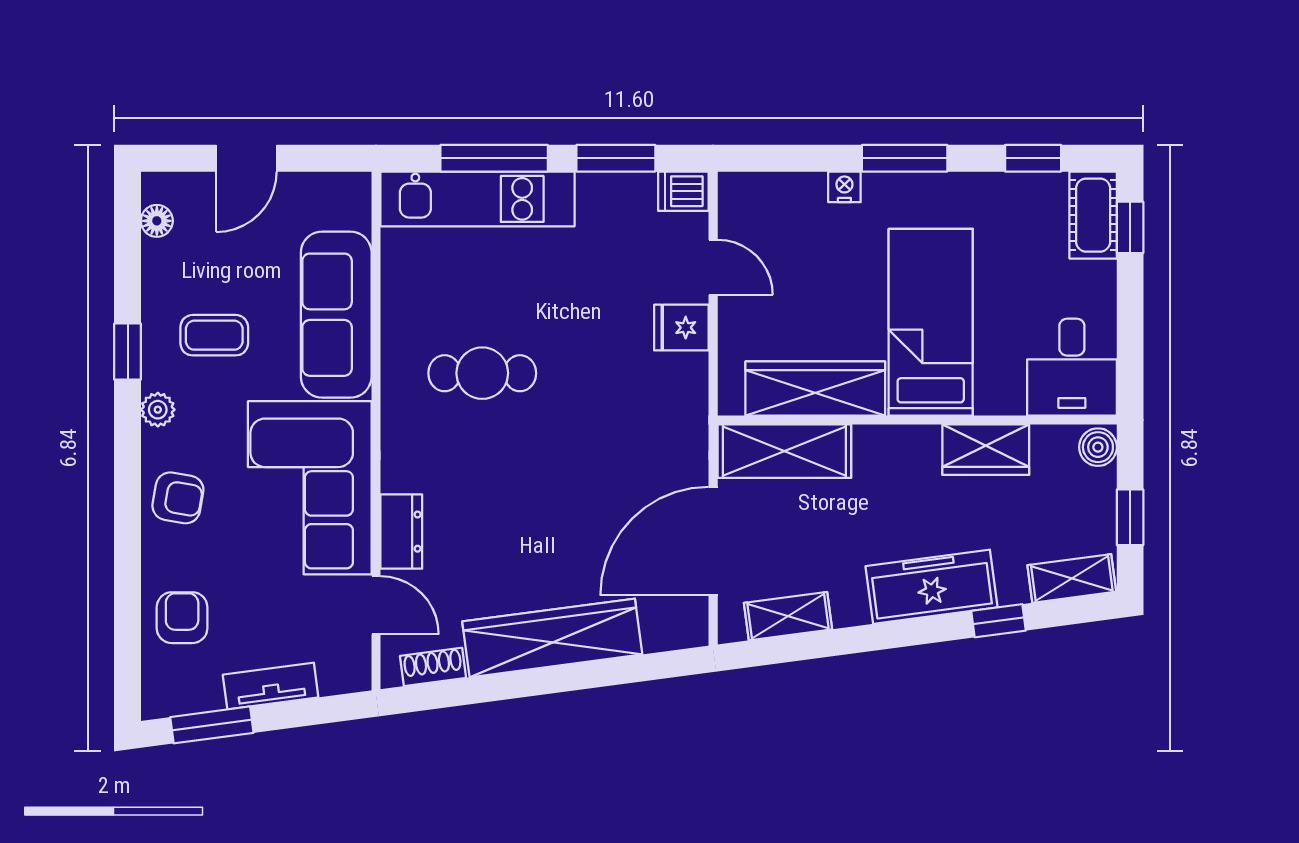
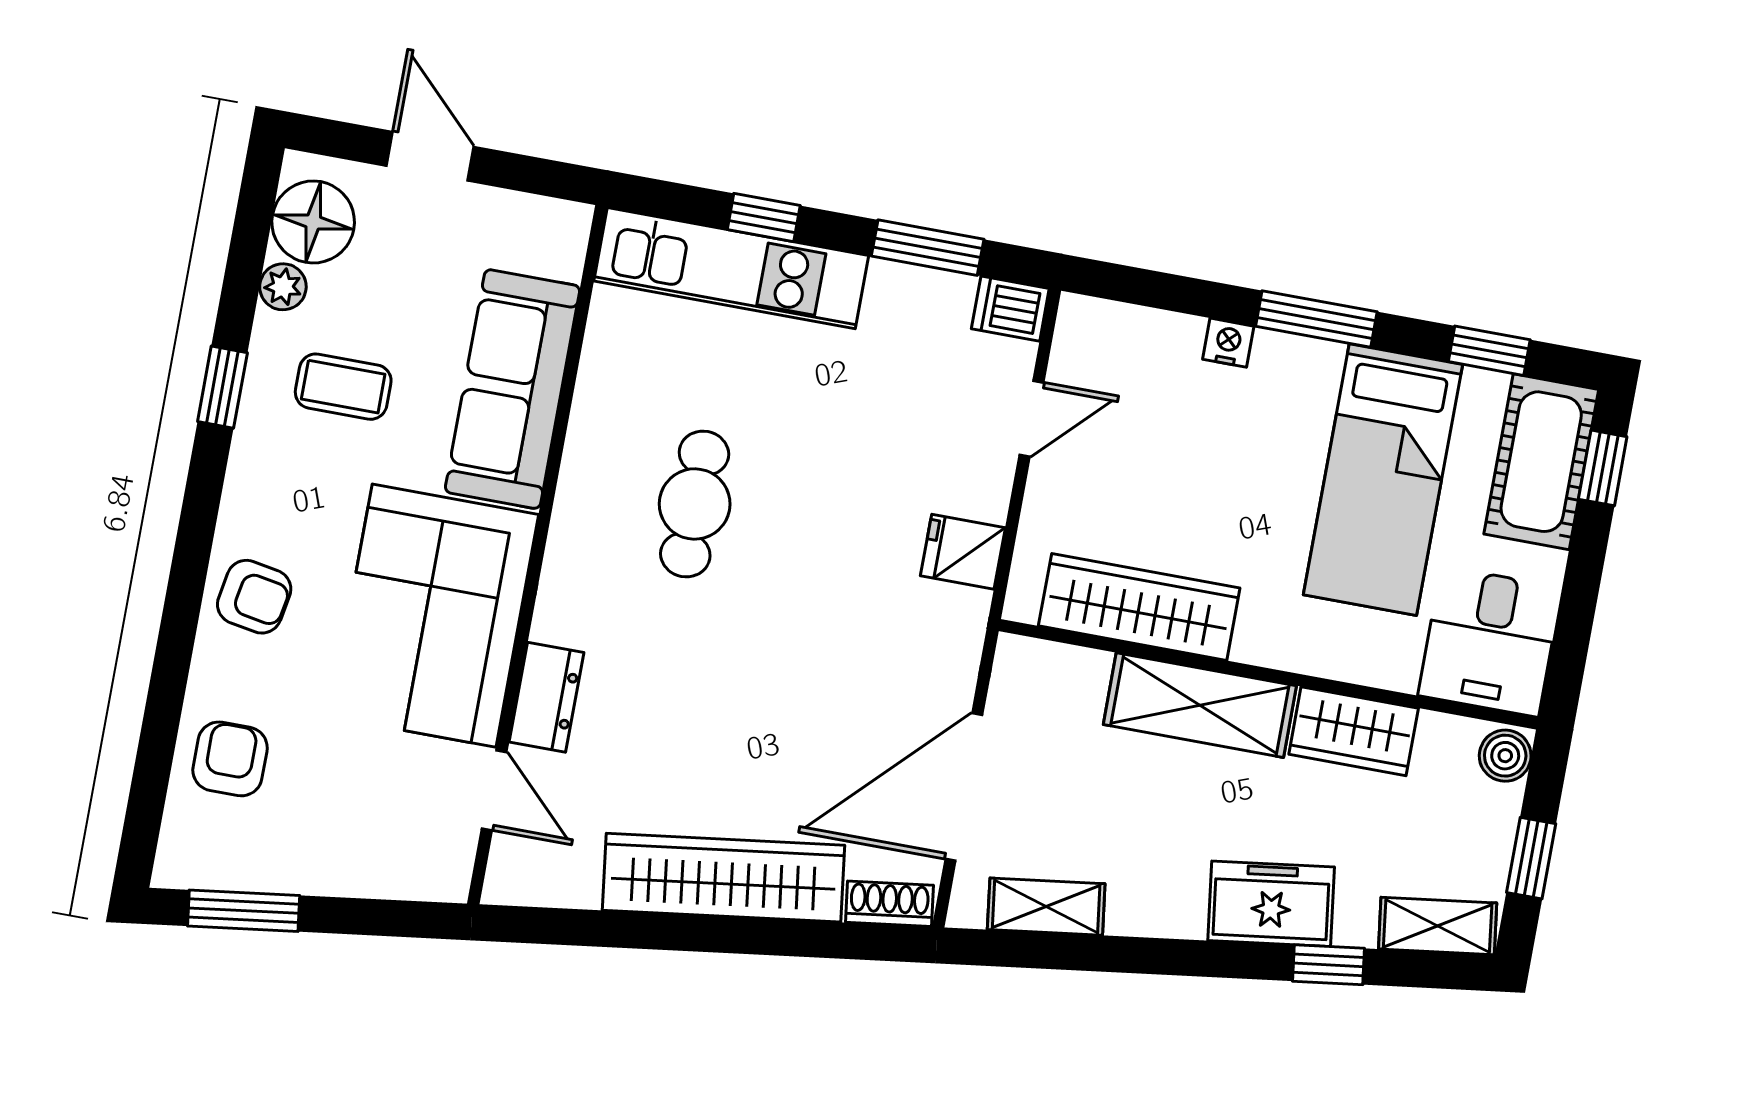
door: (246, 158) -> (430, 156), swing flipped
window: (494, 158) -> (764, 218), width x0.46
cot: (1093, 215) -> (1541, 462), width x1.37, depth x1.34
floor lamp: (157, 221) -> (313, 222), width x1.89, depth x1.89
door: (713, 267) -> (1032, 419), hinge flipped
bed: (931, 322) -> (1383, 480), moved, turned 180
fridge: (681, 328) -> (963, 552), moved
cafe table: (482, 373) -> (695, 504), turned 90
plant: (158, 410) -> (283, 287), moved
shelving: (784, 451) -> (1200, 705), moved
freezer: (931, 587) -> (1271, 904), width x0.71
shoe rack: (433, 667) -> (889, 904), moved
tv unit: (271, 686) -> (332, 873), removed

